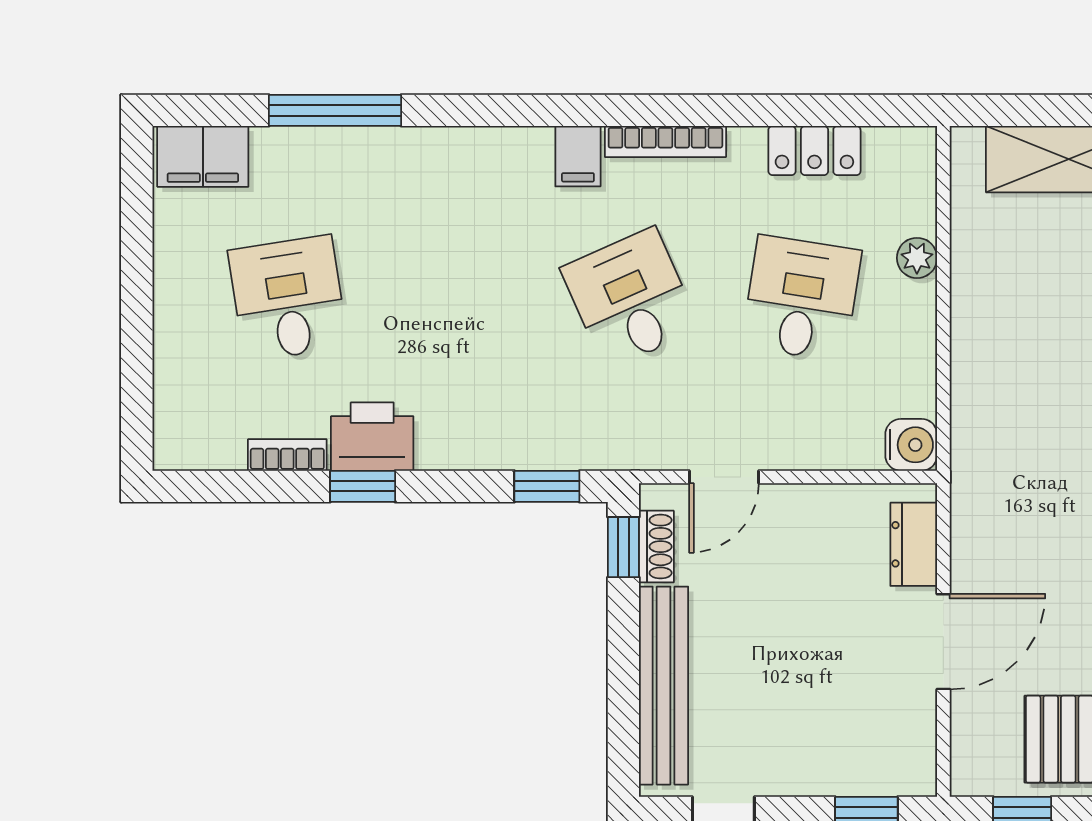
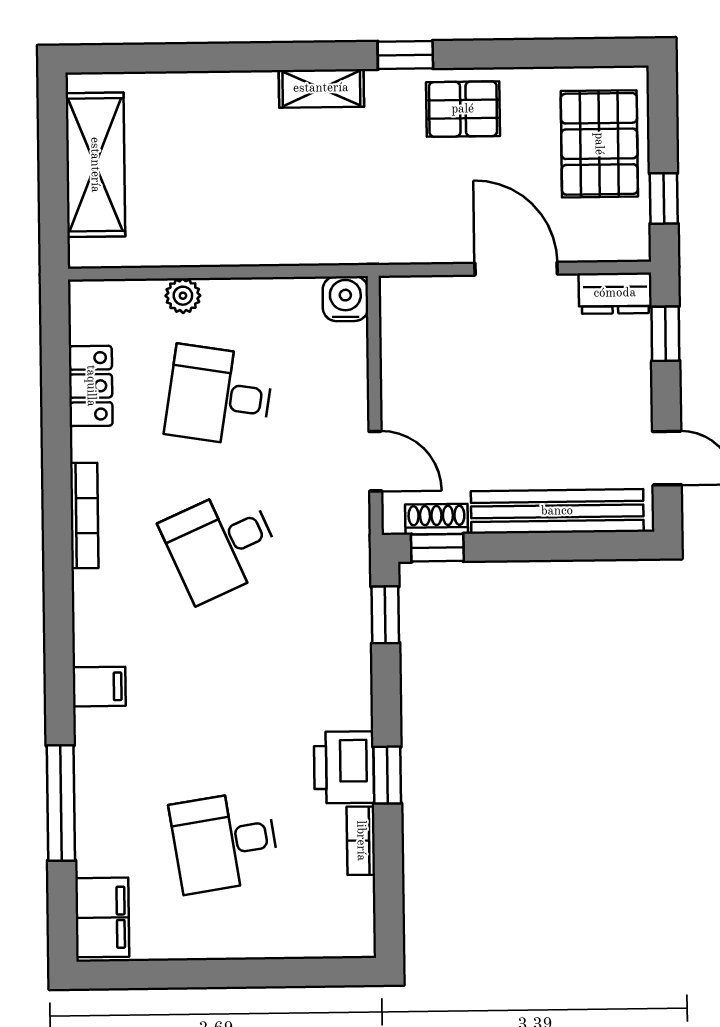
filing cabinet: (578, 156) -> (99, 687), moved
dresser: (914, 544) -> (615, 293), moved

